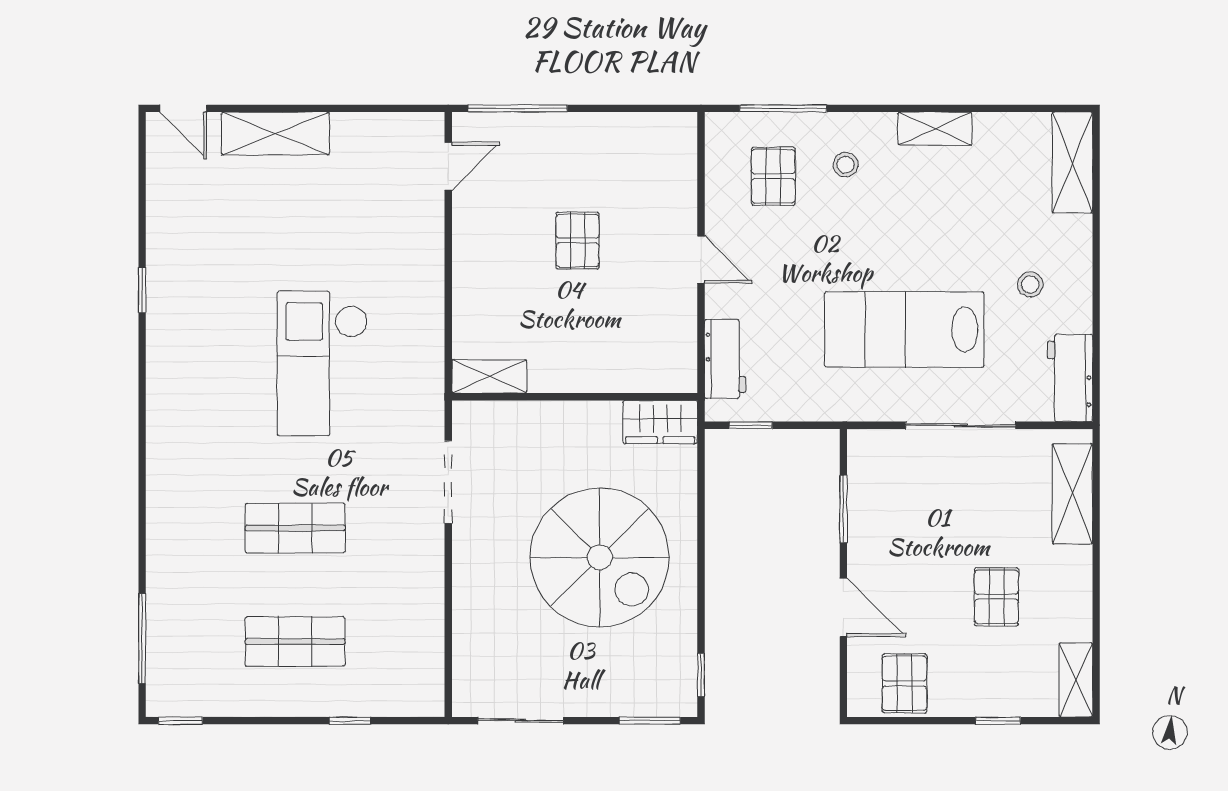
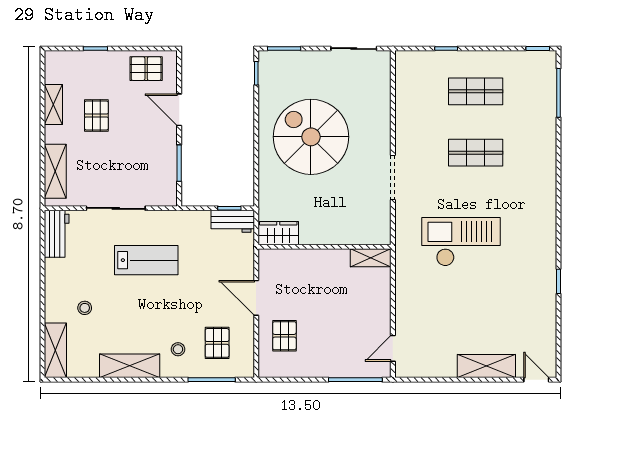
shelving: (935, 129) -> (130, 366), width x1.50, depth x1.33
pallet: (577, 241) -> (284, 336), moved
door: (701, 260) -> (256, 298), width x1.38
stool: (1030, 285) -> (85, 308), moved
lab bench: (904, 329) -> (146, 260), width x0.73, depth x0.72
workbench: (725, 359) -> (233, 221), moved, turned -90
checkout: (322, 363) -> (461, 242), turned -90
shelving: (489, 376) -> (371, 258), moved
wall: (575, 397) -> (325, 247), moved
wardrobe: (660, 422) -> (278, 233), moved
shelving: (1076, 680) -> (53, 105), moved
pallet: (904, 683) -> (146, 69), turned 90

